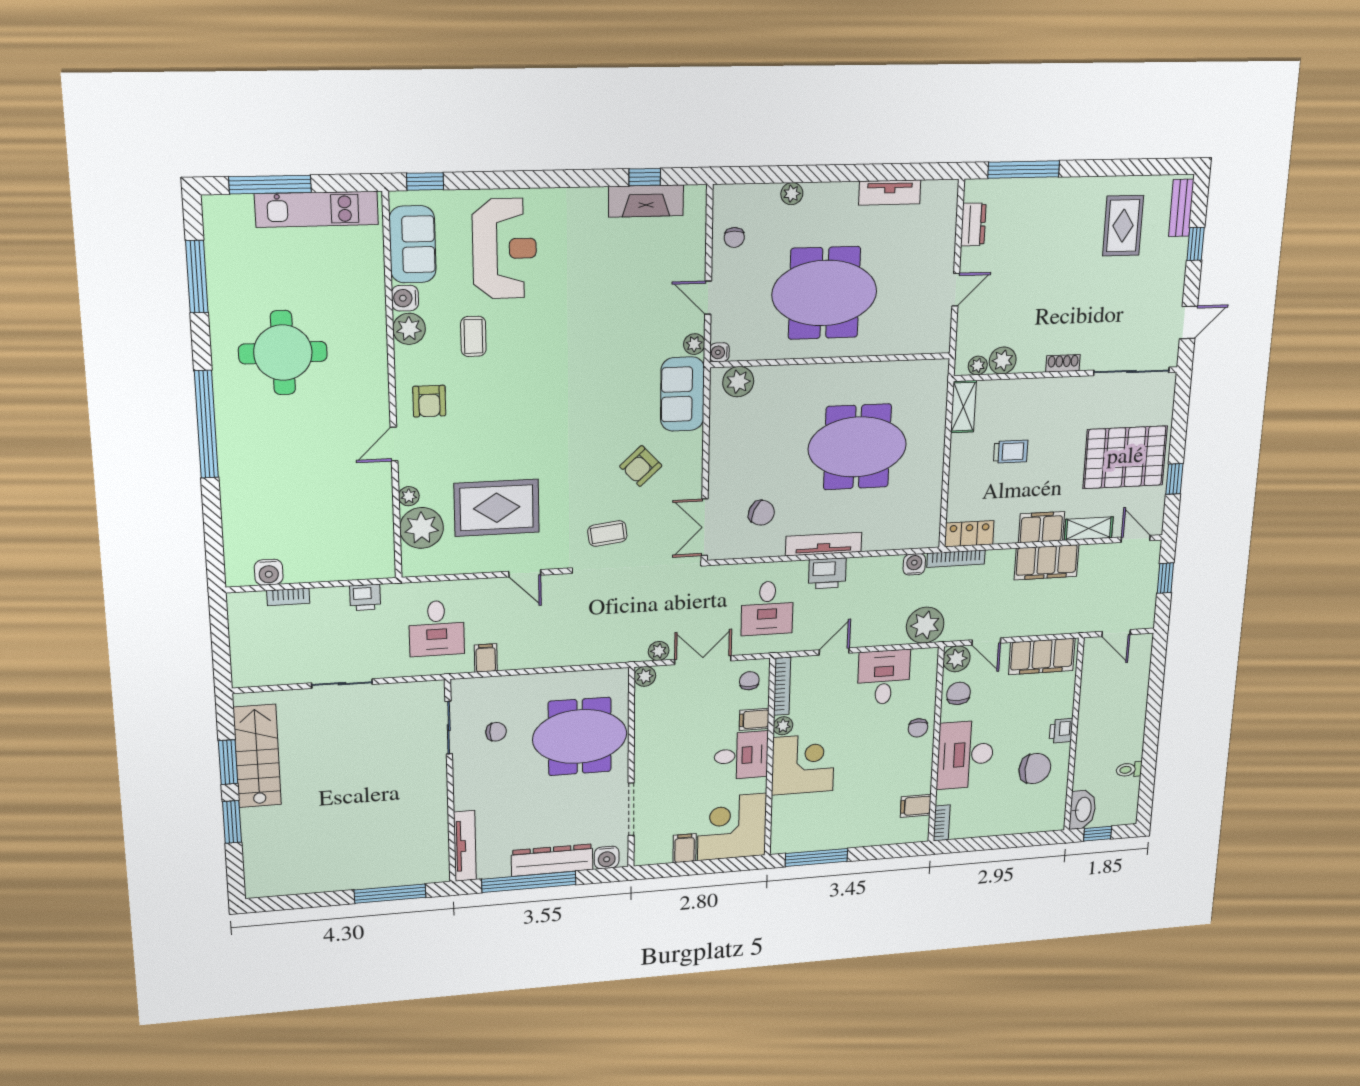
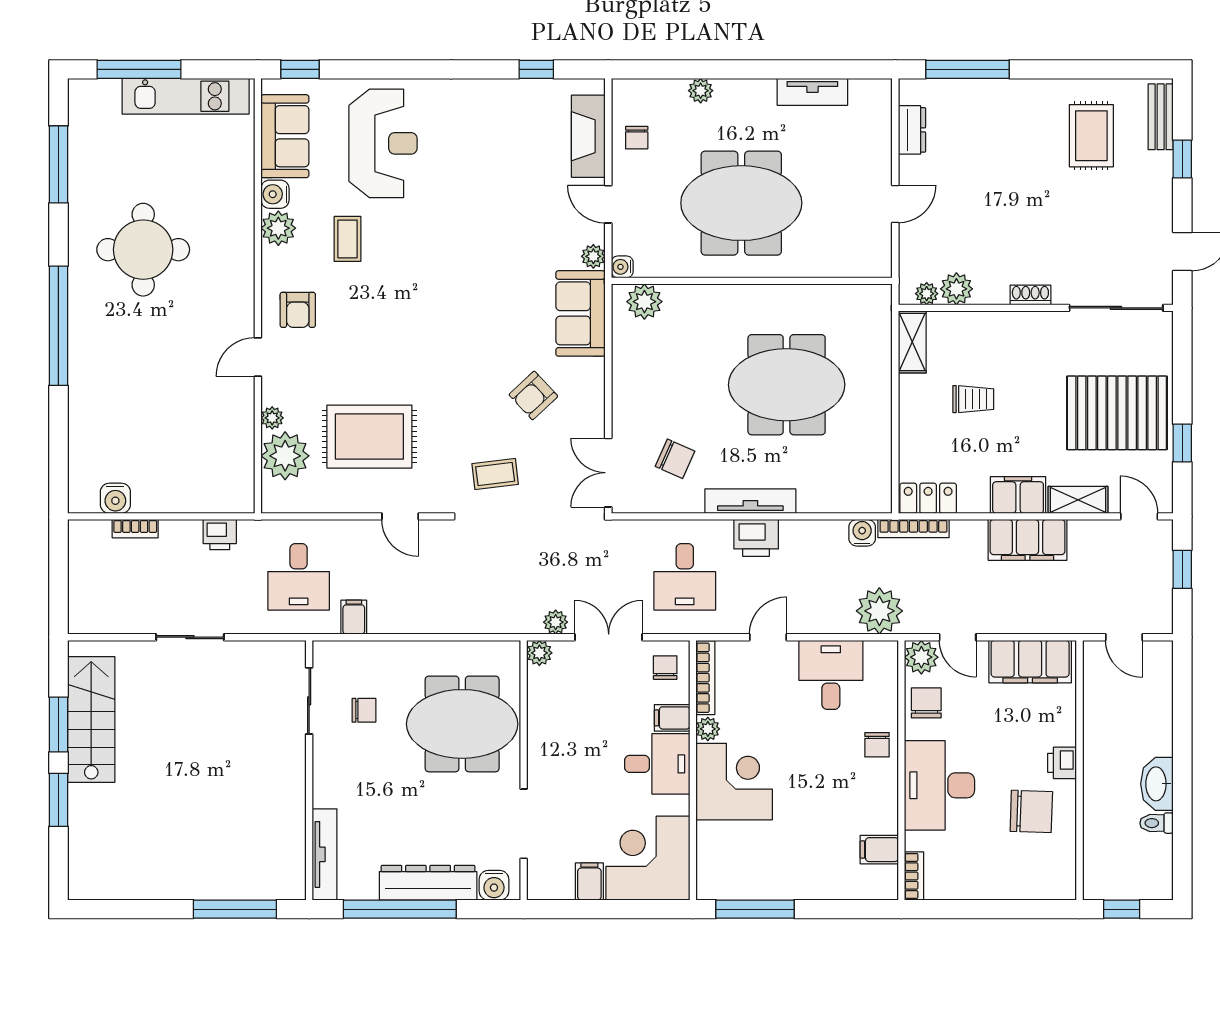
fireplace: (646, 201) -> (588, 136), moved, turned 90
washbasin: (1083, 810) -> (1157, 784), moved, turned 180

